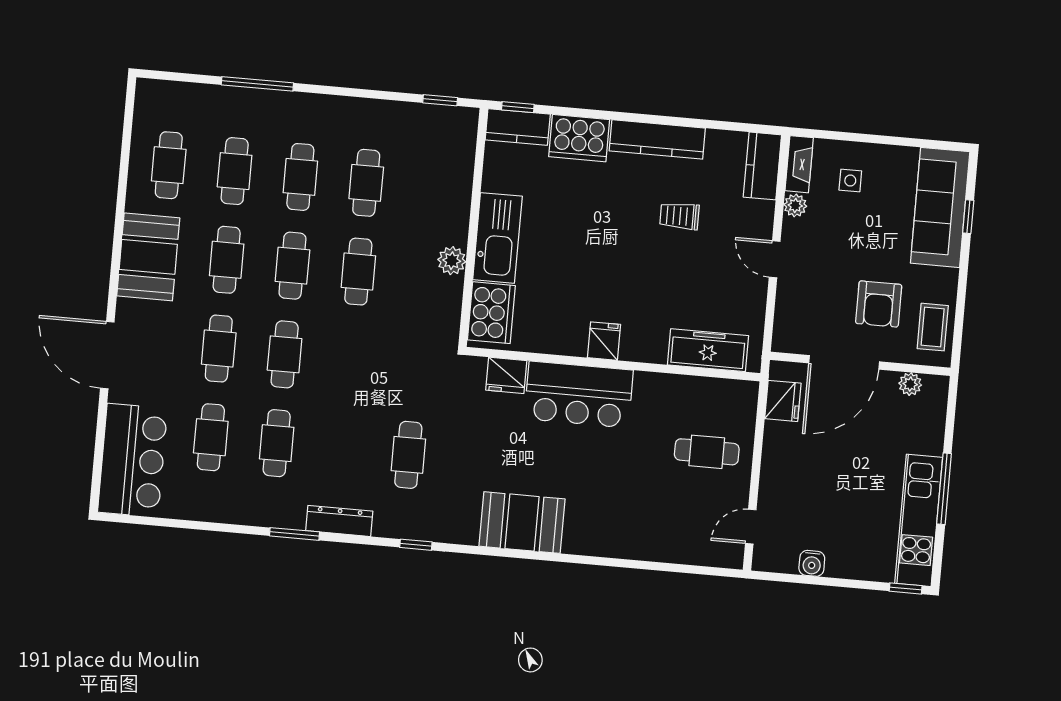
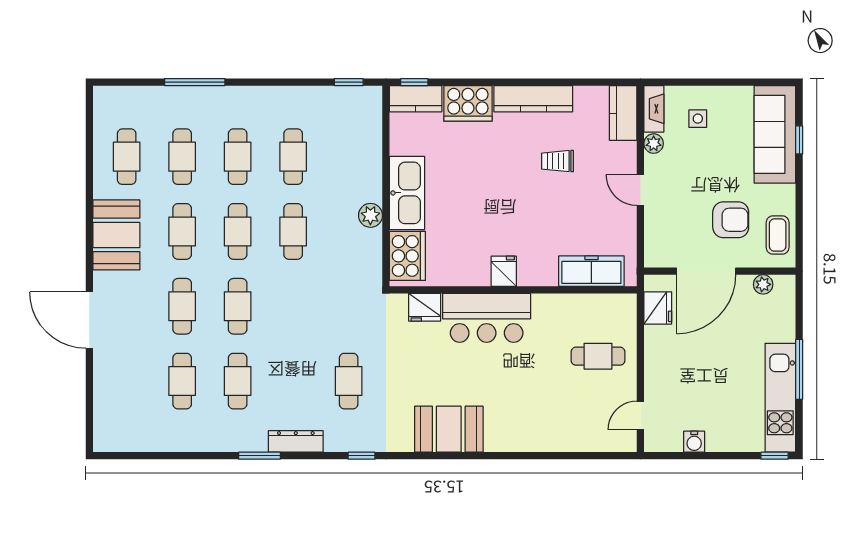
armchair: (879, 304) -> (731, 220), turned -90
bar counter: (133, 460) -> (118, 406), removed

